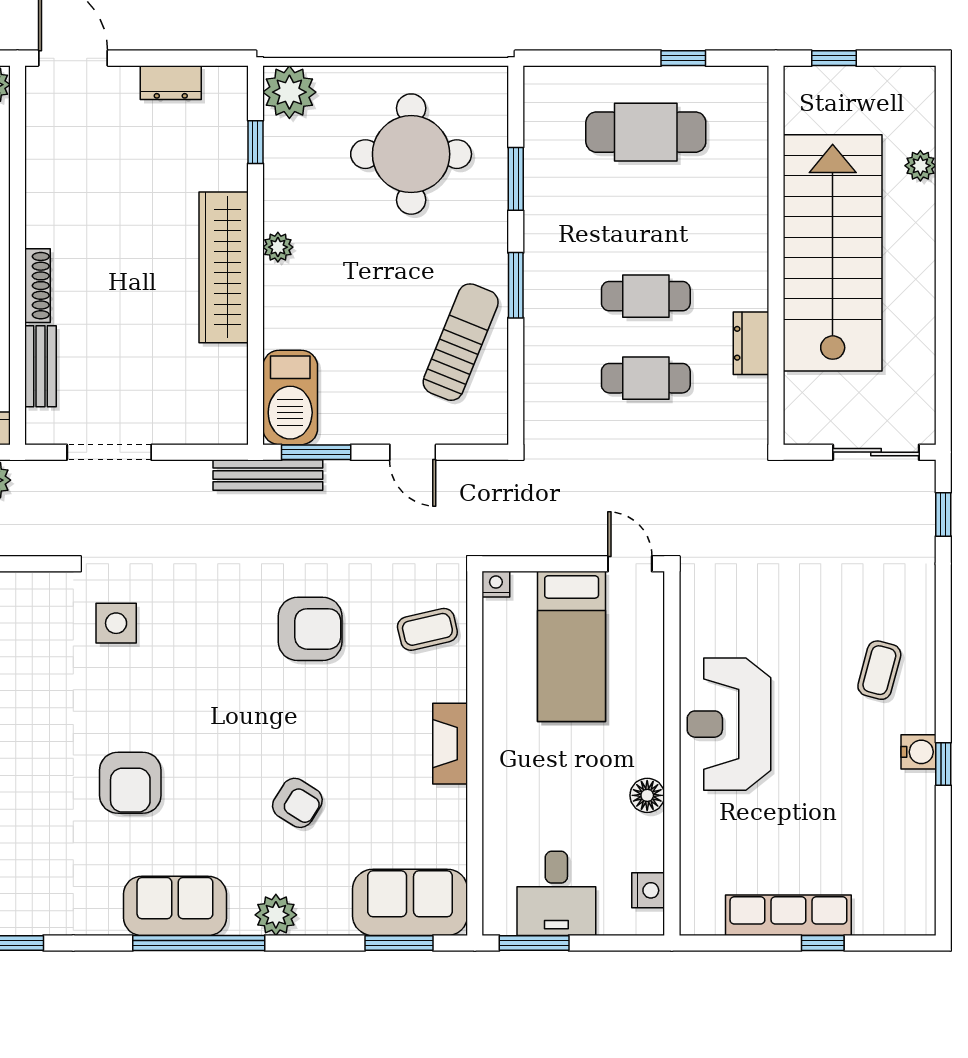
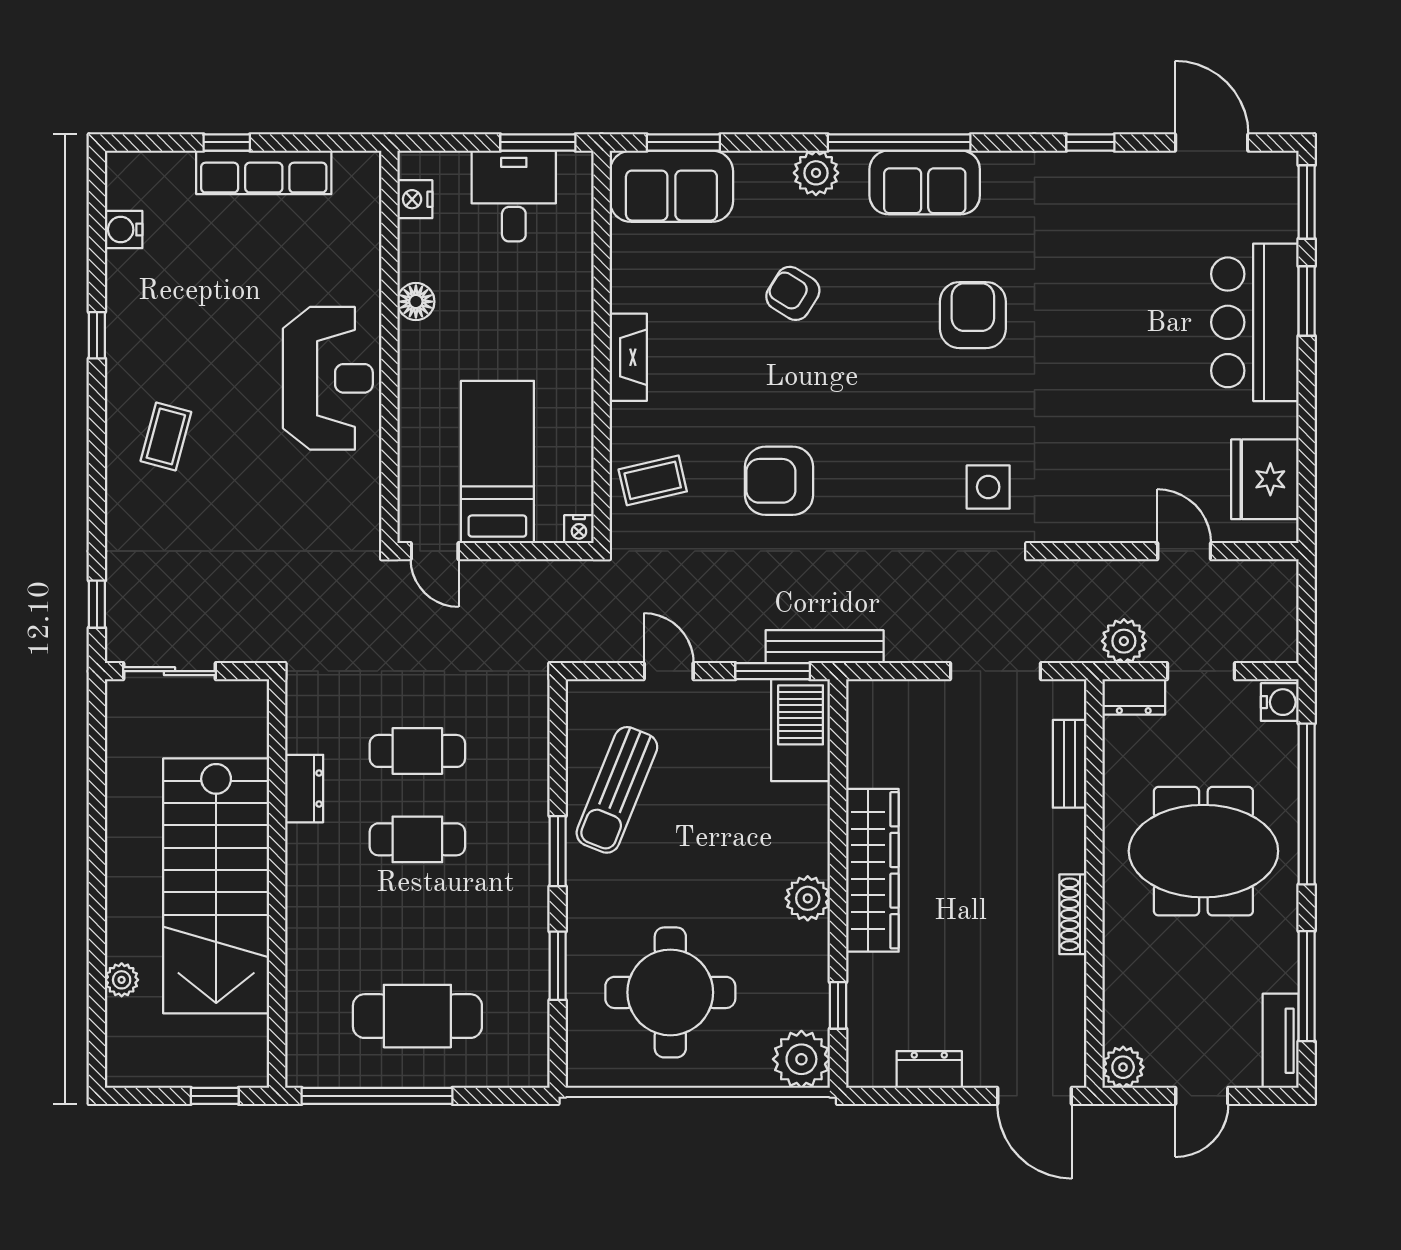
window: (683, 58) -> (377, 1096), width x3.17
plant: (278, 247) -> (808, 898), width x1.38, depth x1.38
shoe rack: (37, 286) -> (1073, 914), moved
water cooler: (918, 752) -> (124, 230), moved

